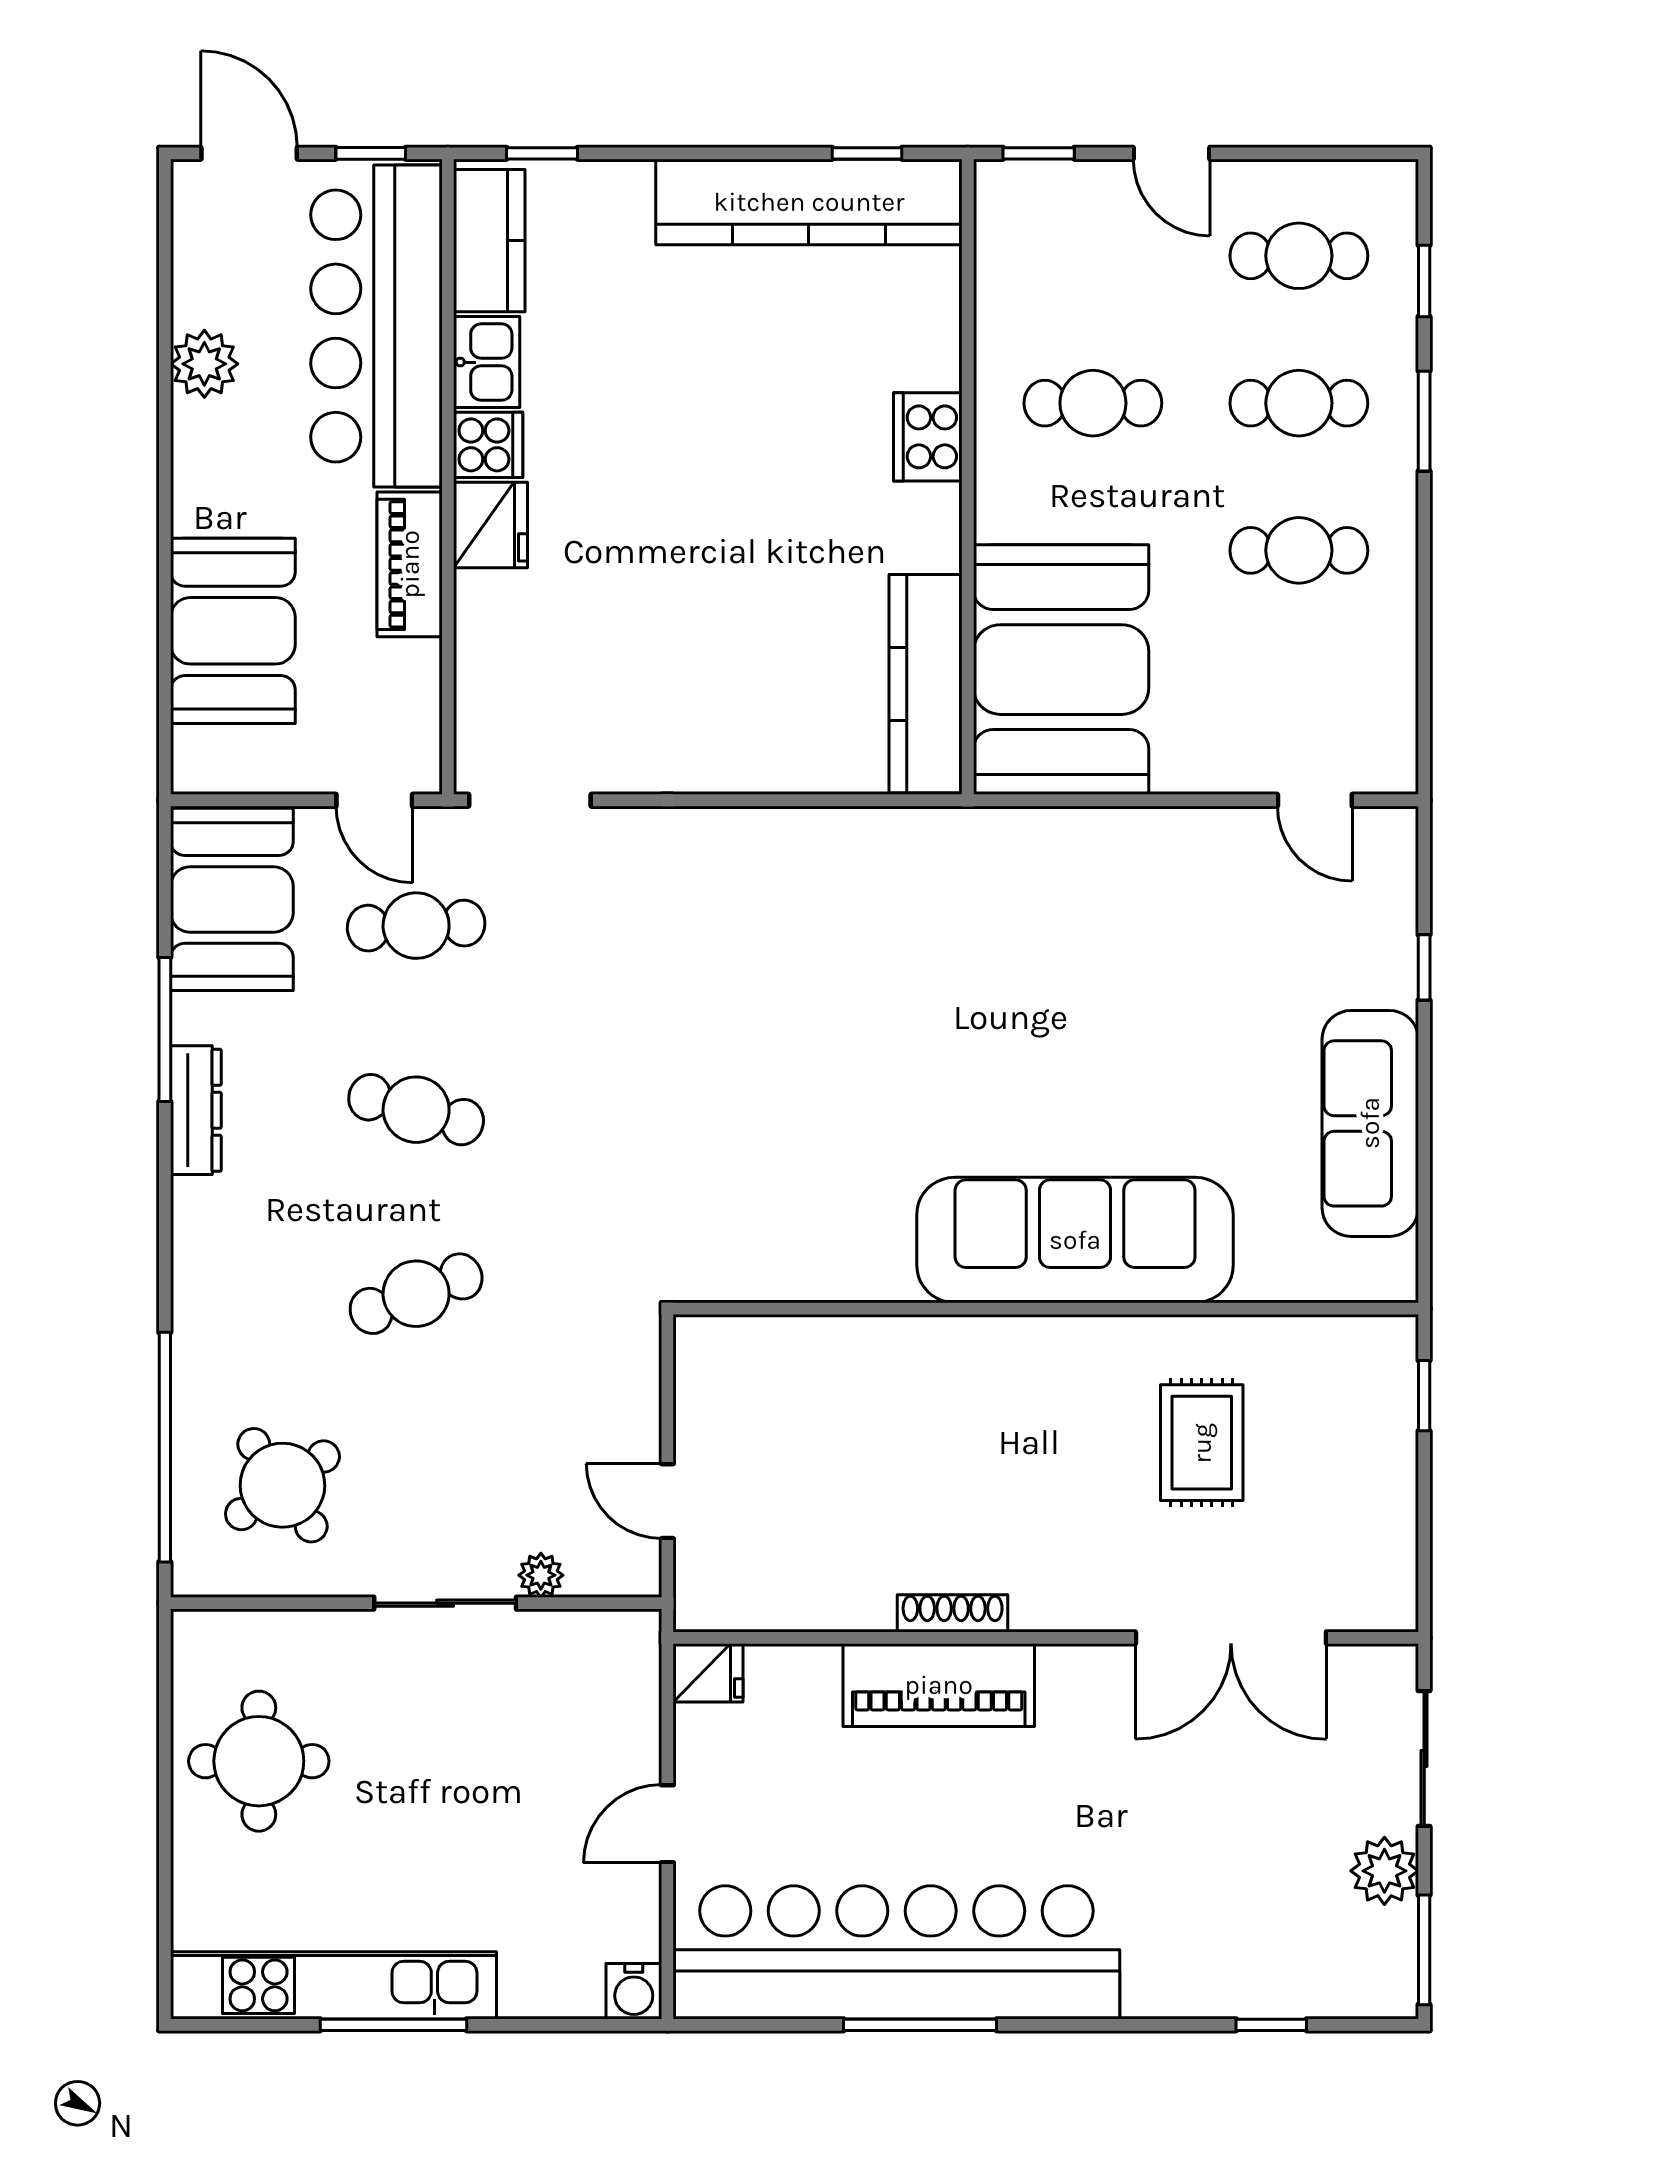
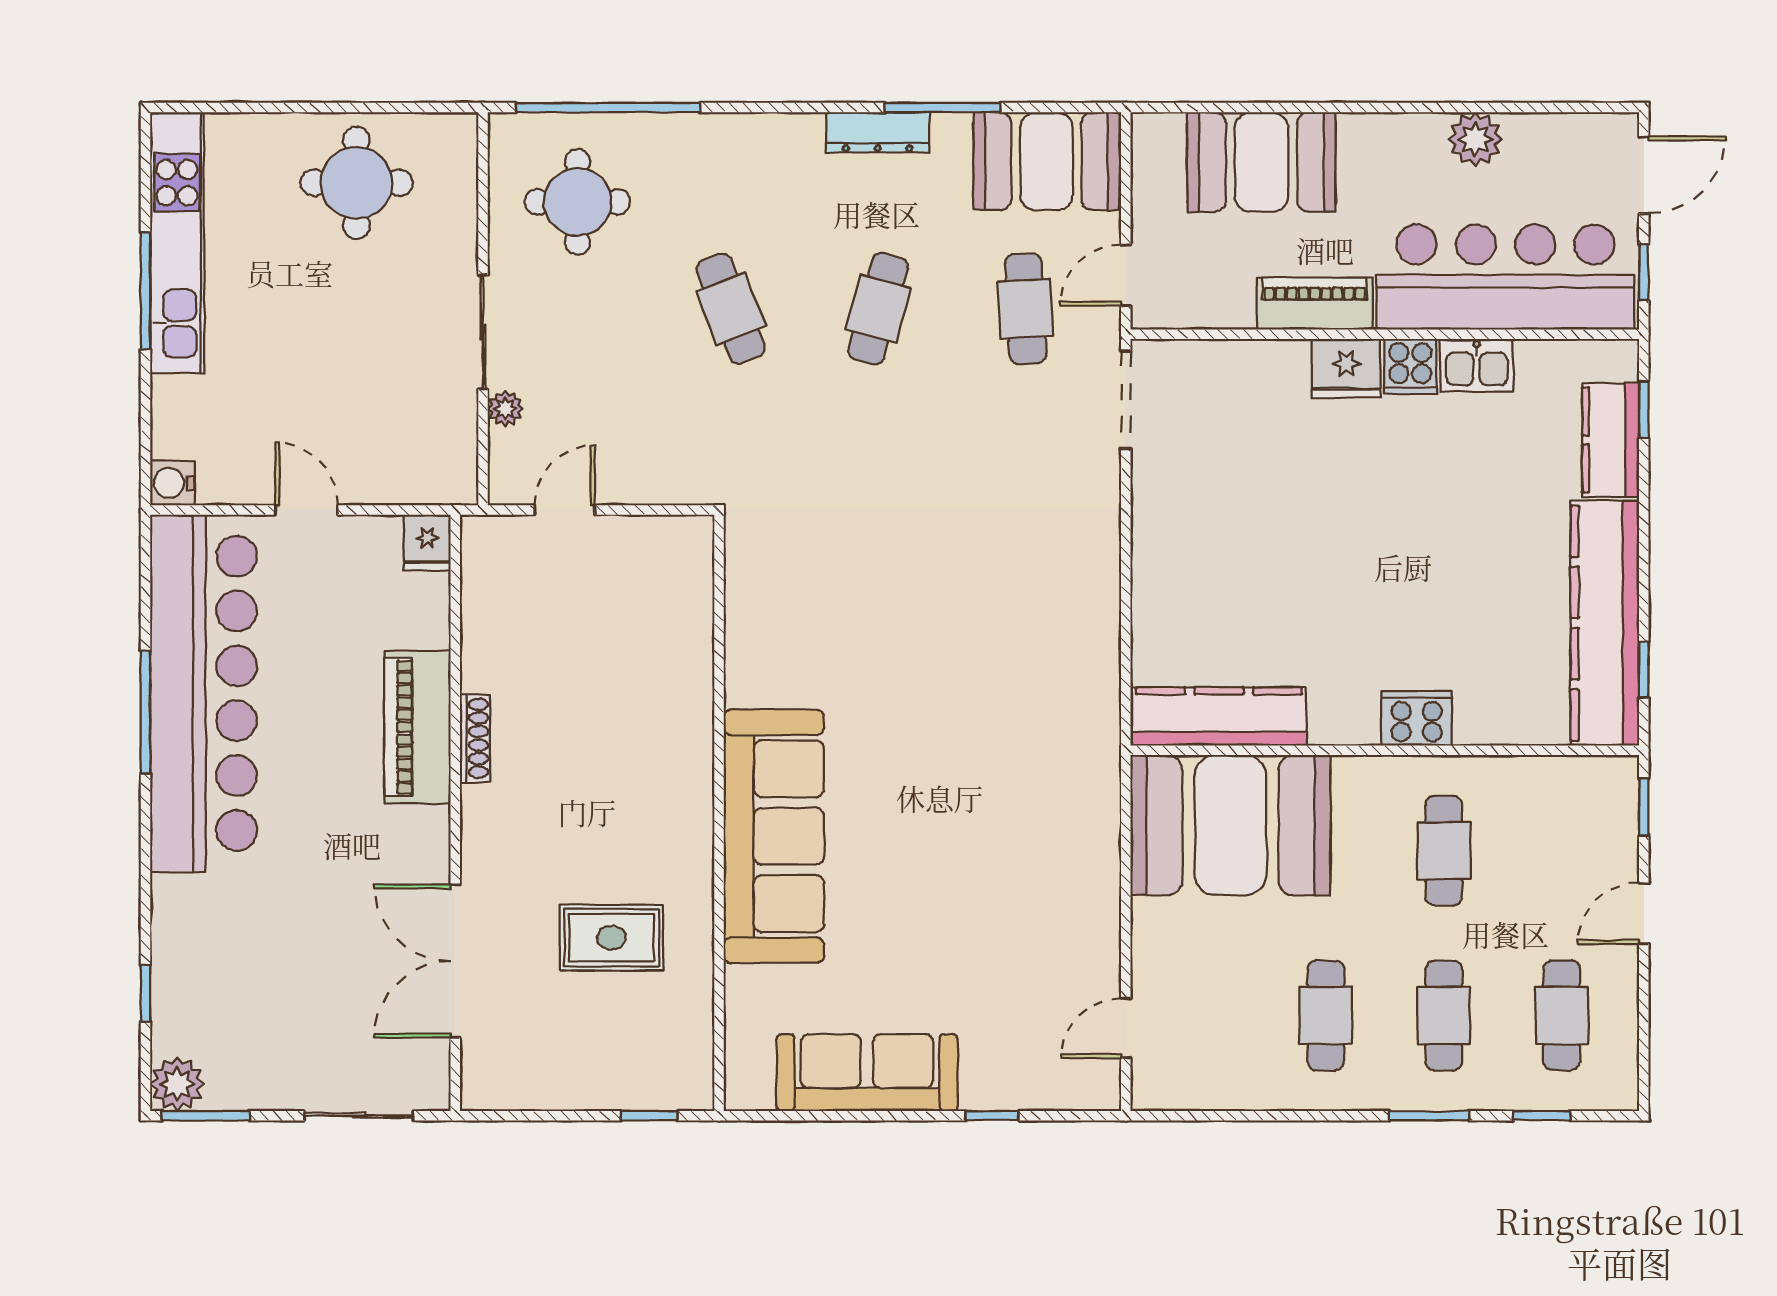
kitchen counter: (489, 241) -> (1611, 440), moved, turned 90
round table: (282, 1485) -> (577, 202), turned 35
plant: (1384, 1871) -> (177, 1084), moved

